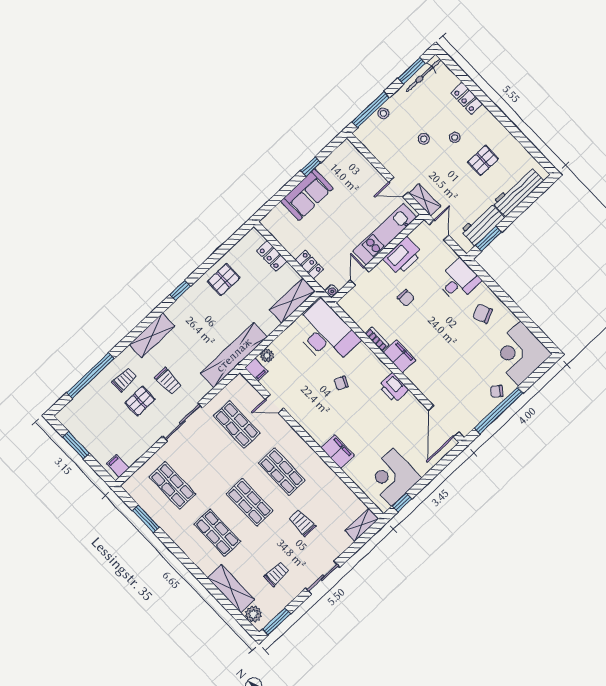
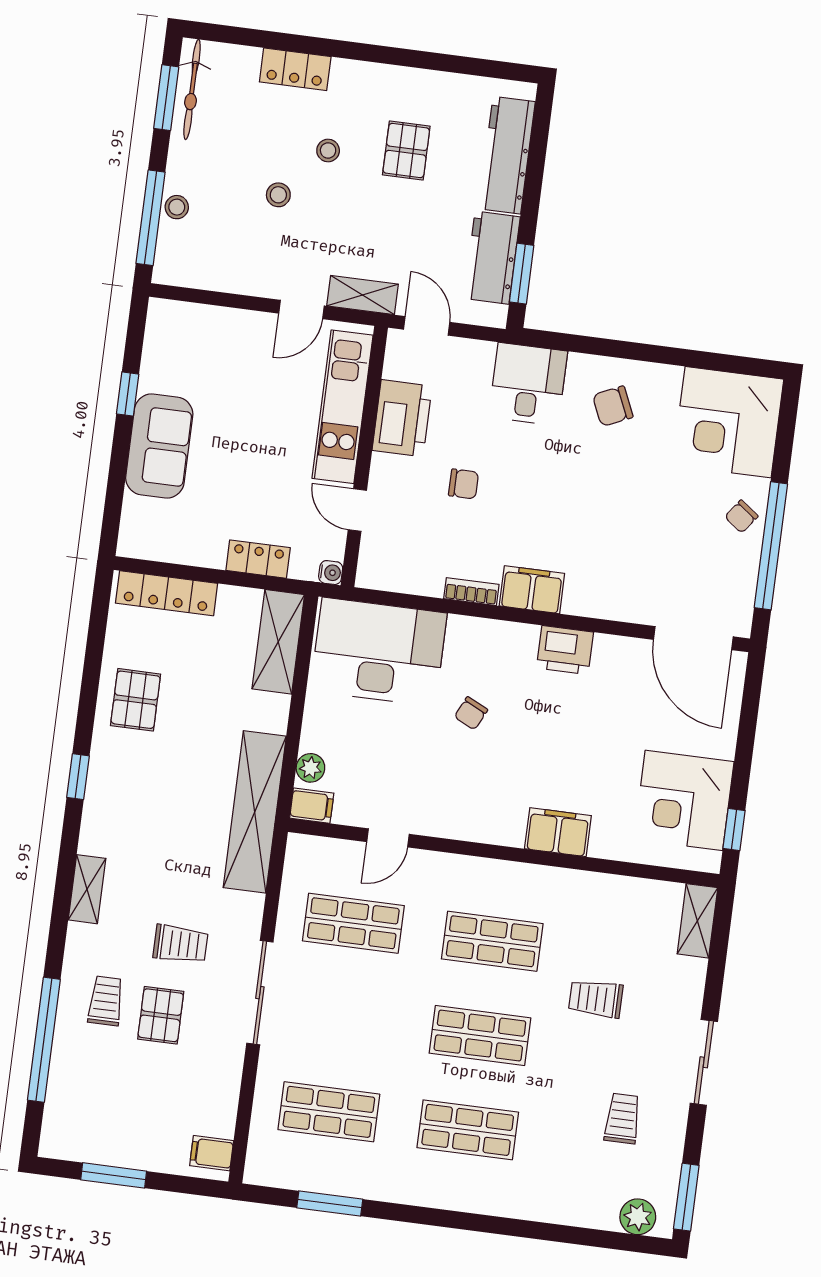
locker: (272, 256) -> (167, 593), width x1.53
shelving: (152, 335) -> (87, 889), width x0.67, depth x0.75
shelving: (231, 589) -> (566, 1204), removed

